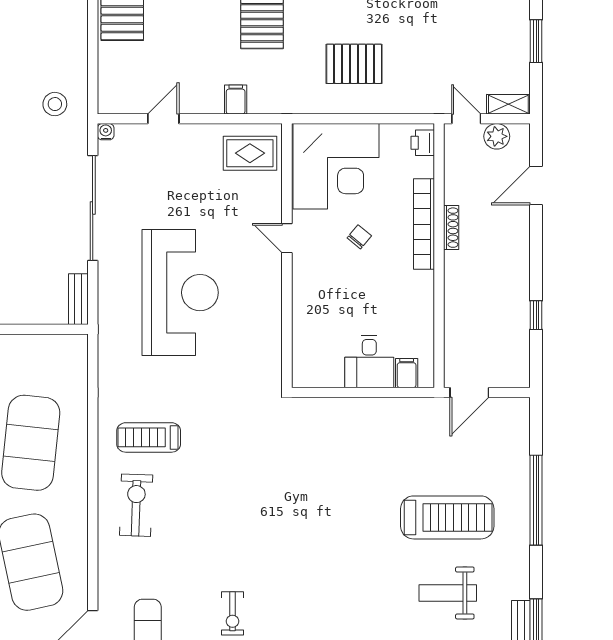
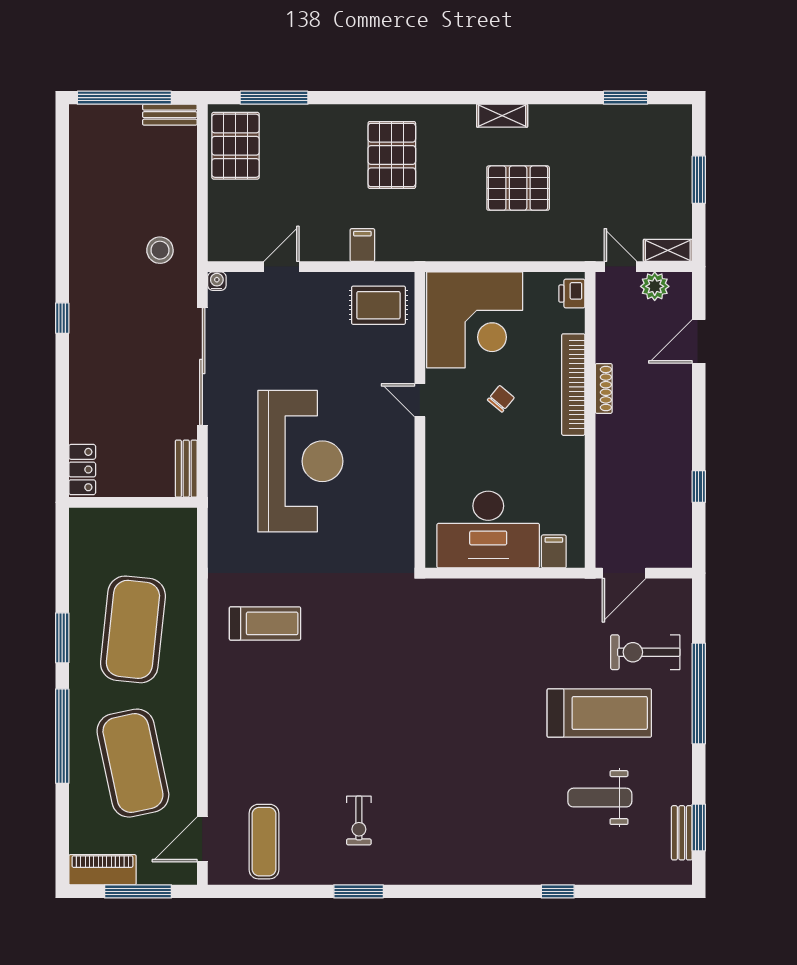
pallet: (354, 64) -> (518, 188), moved
desk: (369, 361) -> (488, 530), width x1.87, depth x1.30
treadmill: (149, 437) -> (265, 623), turned 180
exercise bike: (136, 505) -> (645, 652), moved, turned -92

